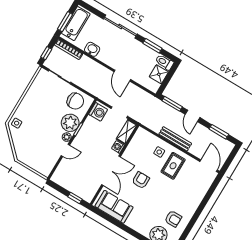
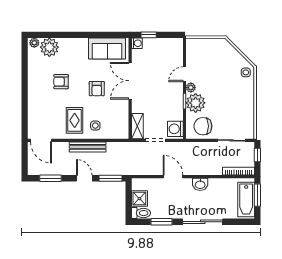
washbasin: (92, 49) -> (200, 184), moved
washing machine: (118, 147) -> (137, 43), moved
armchair: (173, 219) -> (61, 82), moved

